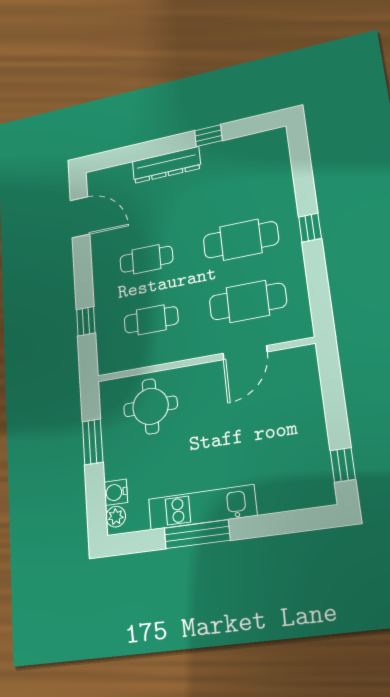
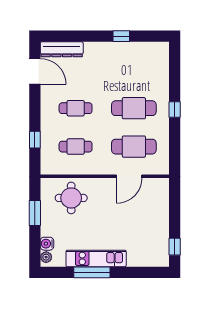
dresser: (166, 165) -> (62, 49), moved

